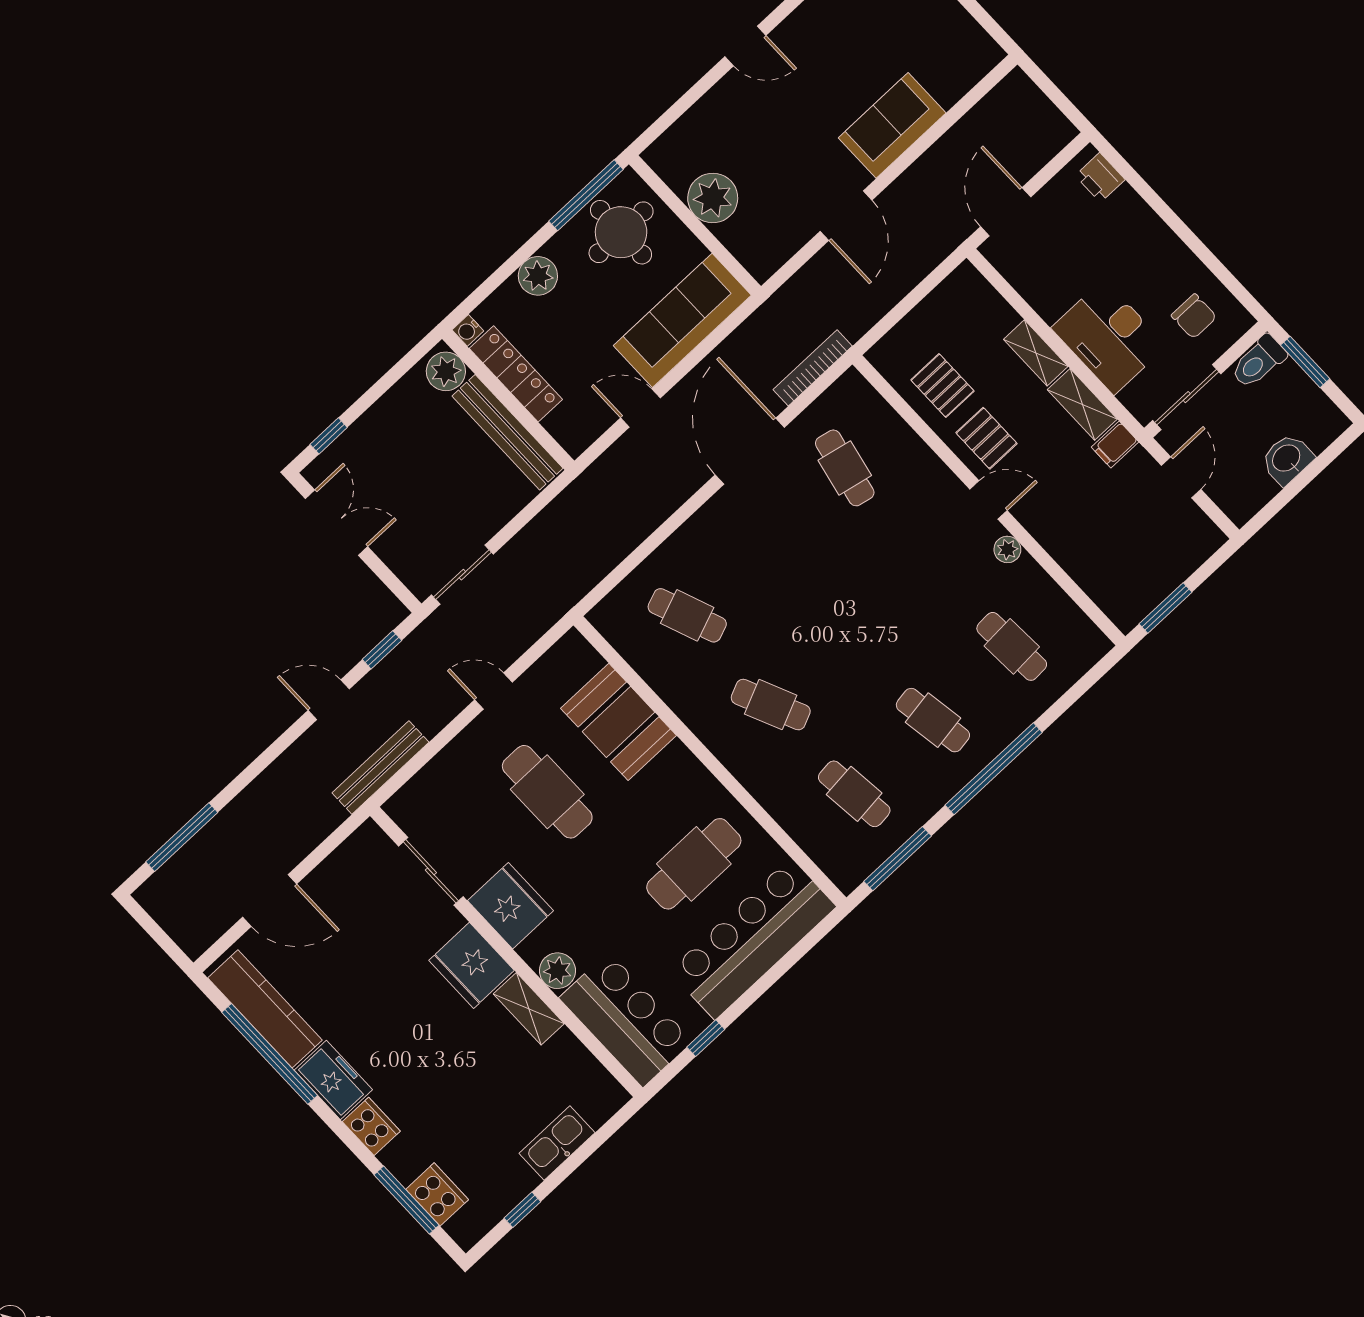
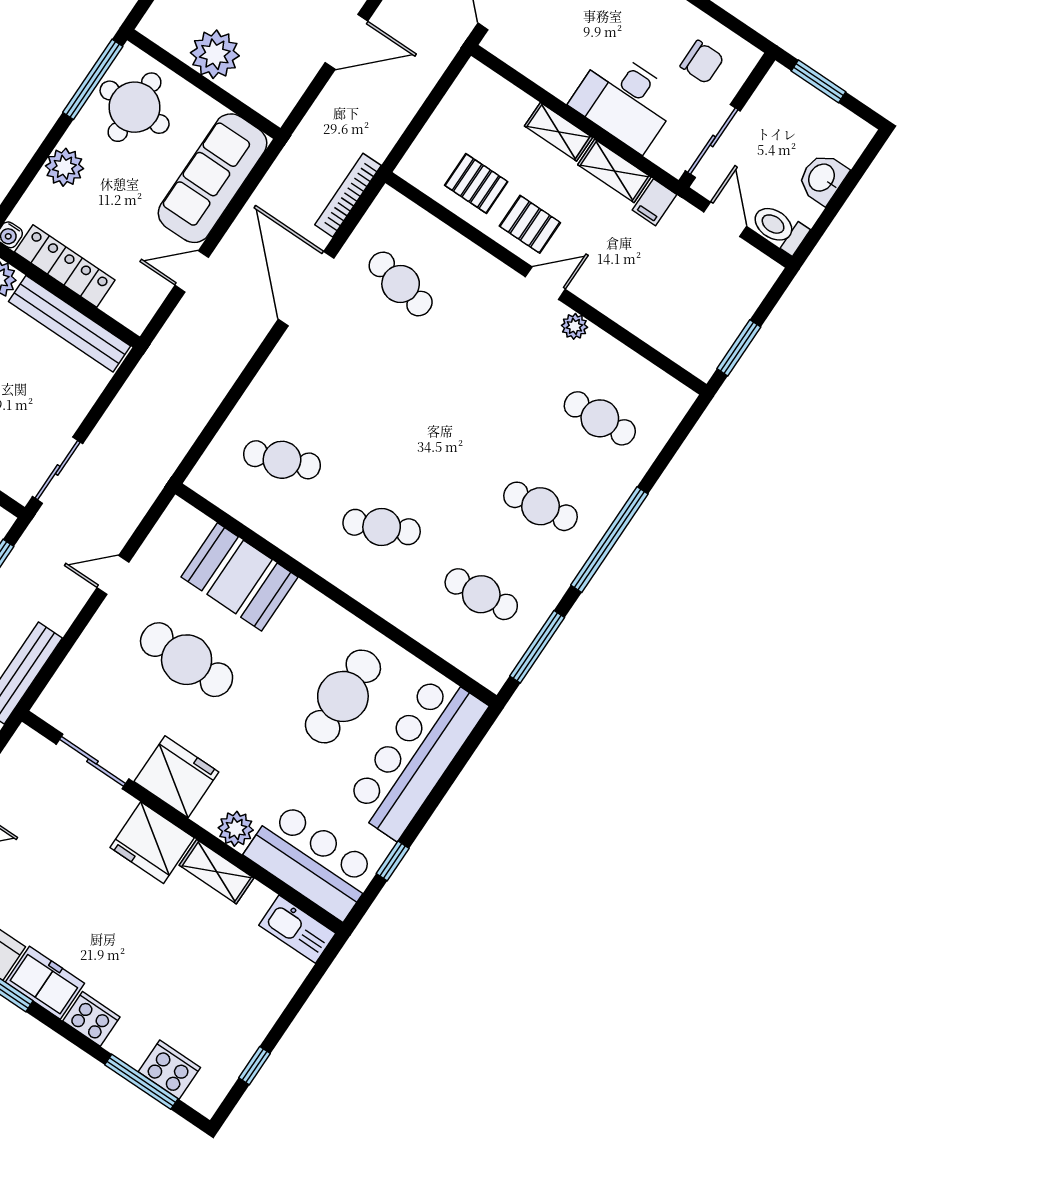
door: (846, 216) -> (346, 42), hinge flipped
toilet: (1258, 362) -> (779, 228), moved, turned 90
kitchen sink: (557, 1143) -> (297, 929), moved, turned -90

